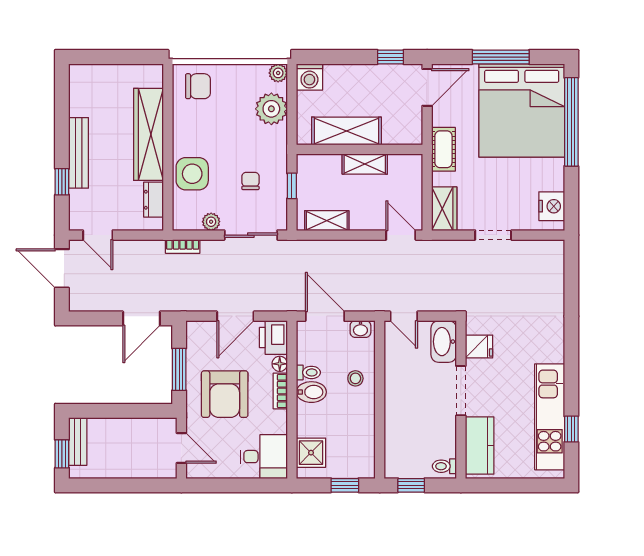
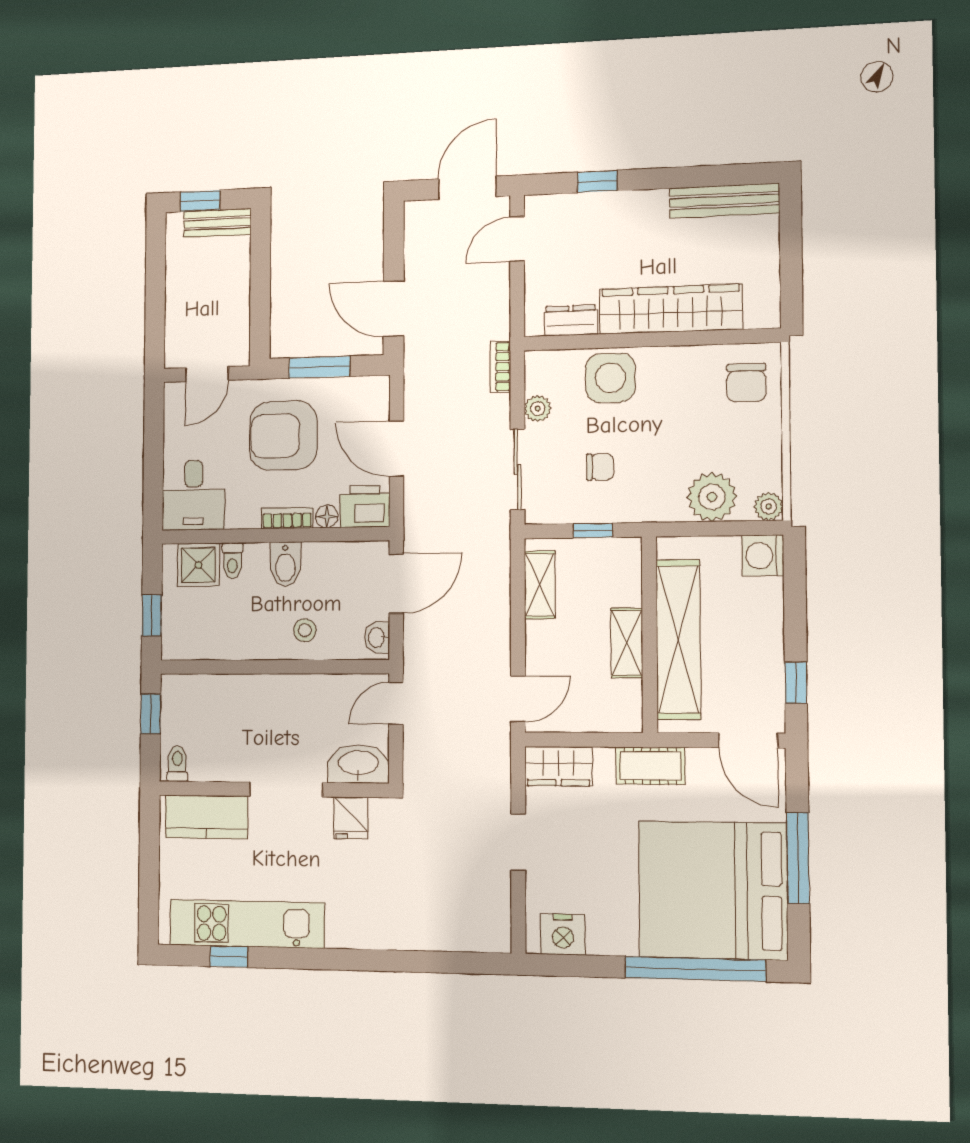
shelving: (346, 131) -> (678, 639), width x1.47
bench: (79, 153) -> (724, 201), moved
toilet: (308, 372) -> (233, 561), moved

